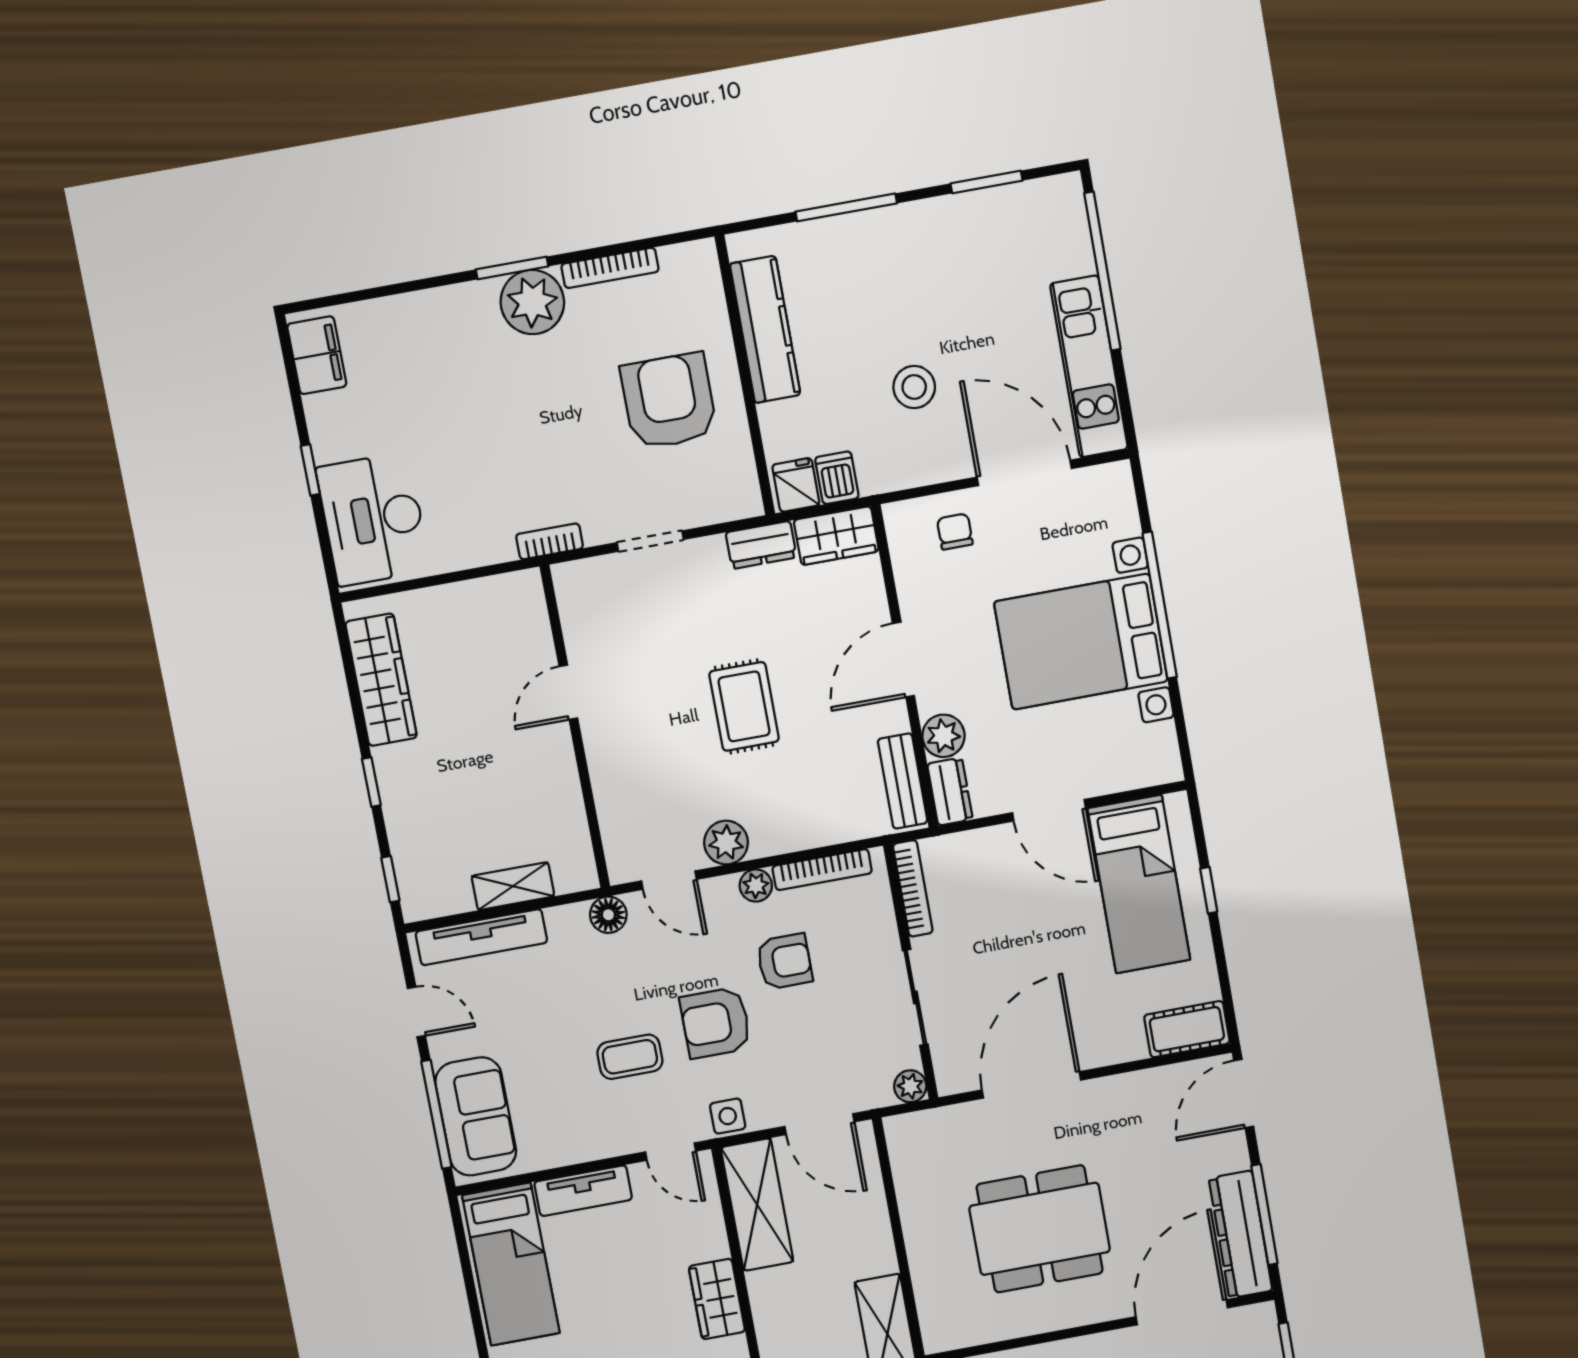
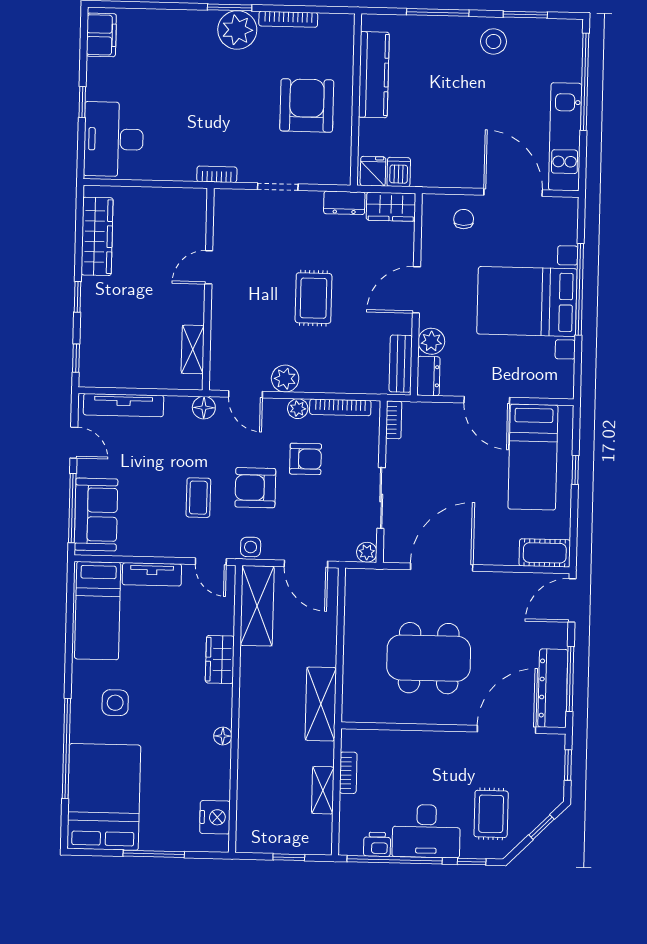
stool: (914, 387) -> (494, 41), moved
shelving: (513, 886) -> (193, 349), moved, turned 90
bookcase: (913, 888) -> (394, 420), width x0.64
coffee table: (630, 1057) -> (198, 498), turned 90

